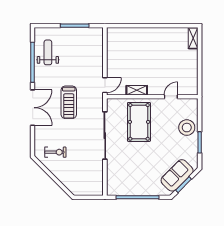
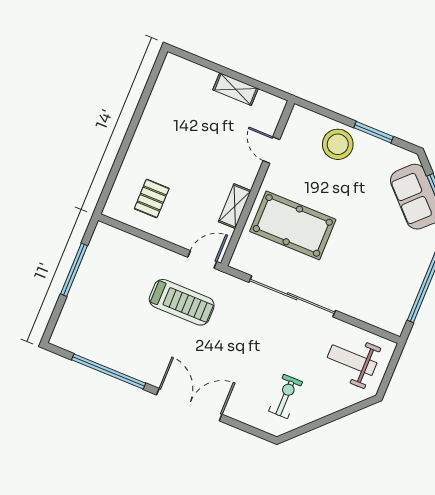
shelving: (193, 38) -> (236, 89), moved
pallet: (124, 49) -> (152, 198), added
weight bench: (48, 52) -> (352, 360), moved
door: (105, 85) -> (202, 259), hinge flipped
treadmill: (69, 102) -> (182, 302), moved

